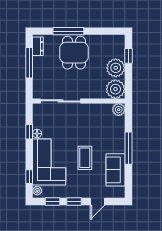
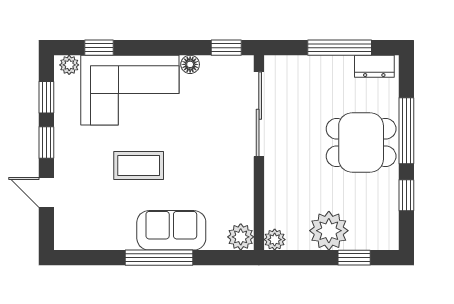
window: (99, 31) -> (406, 195), added
plant: (115, 89) -> (275, 240), width x0.53, depth x0.53
window: (29, 132) -> (226, 48), moved
sofa: (116, 170) -> (171, 230), moved

